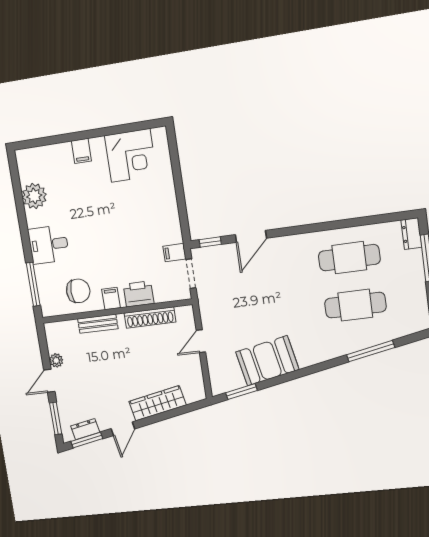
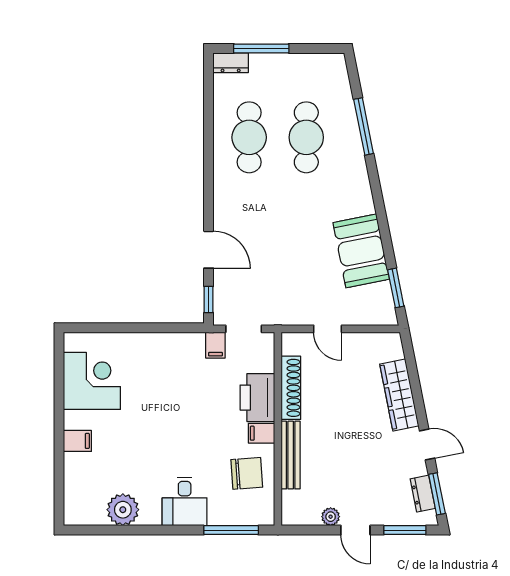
chair: (78, 291) -> (247, 473), turned 86
printer: (139, 294) -> (257, 398), width x1.37, depth x1.19
bench: (98, 324) -> (291, 455), width x1.36

